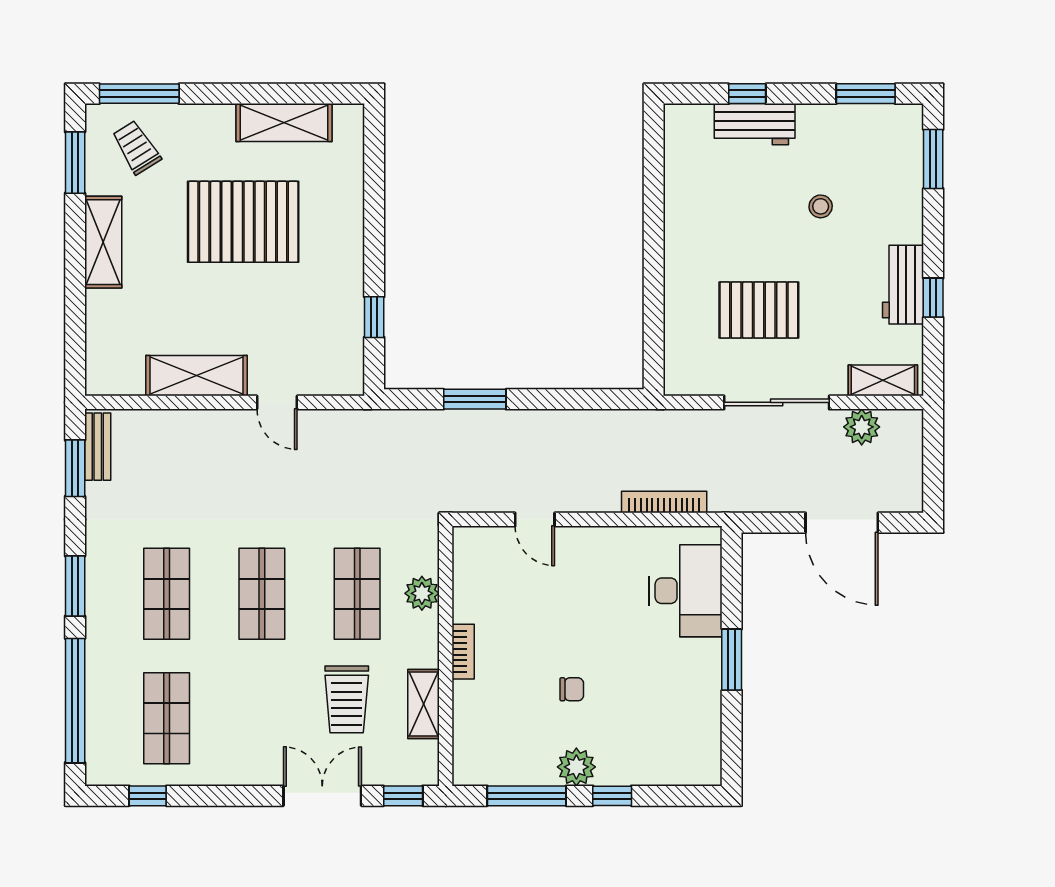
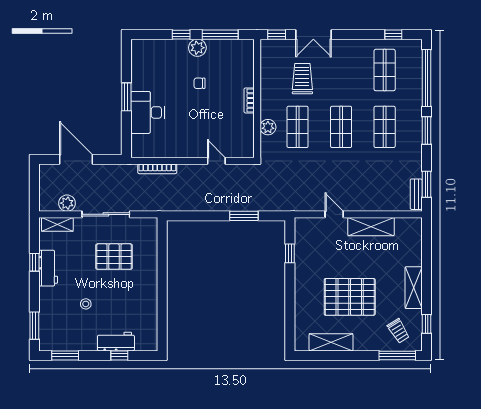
window: (75, 163) -> (426, 324), width x0.67
desk: (686, 591) -> (147, 112), moved
shelving: (424, 704) -> (267, 77), removed

